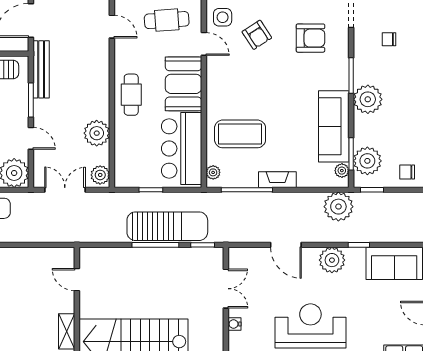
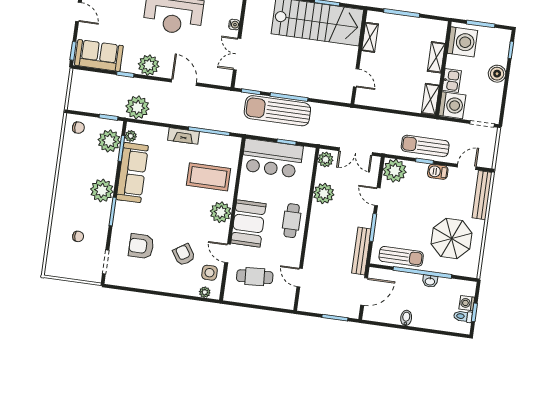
bar counter: (182, 148) -> (272, 158), moved, turned 90
plant: (213, 172) -> (221, 212), moved, width x1.87, depth x1.87

